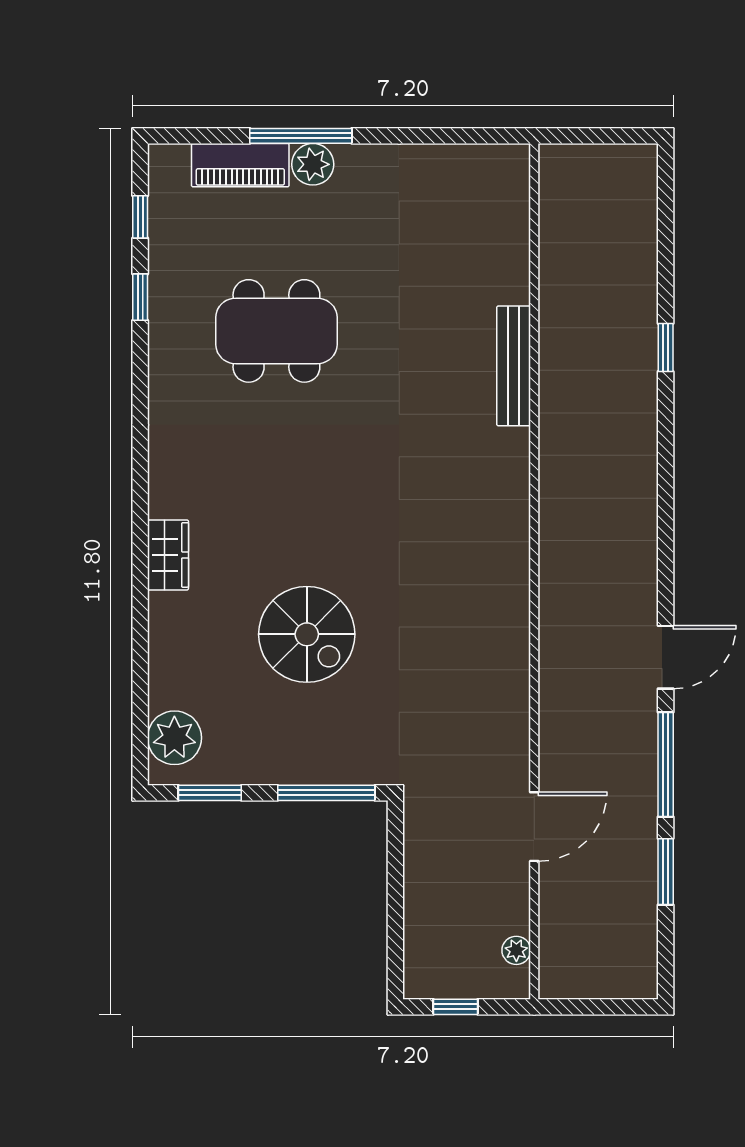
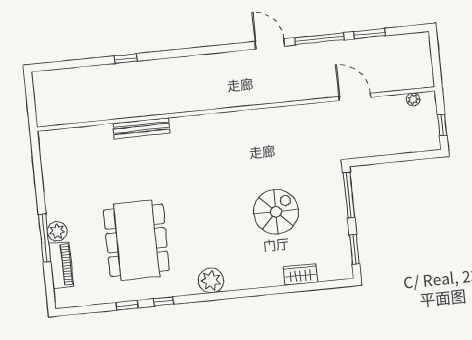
window: (140, 217) -> (164, 301), moved
dining table: (276, 331) -> (136, 240), width x1.36, depth x1.24
wardrobe: (168, 555) -> (300, 274), moved
plant: (174, 738) -> (211, 281), moved

